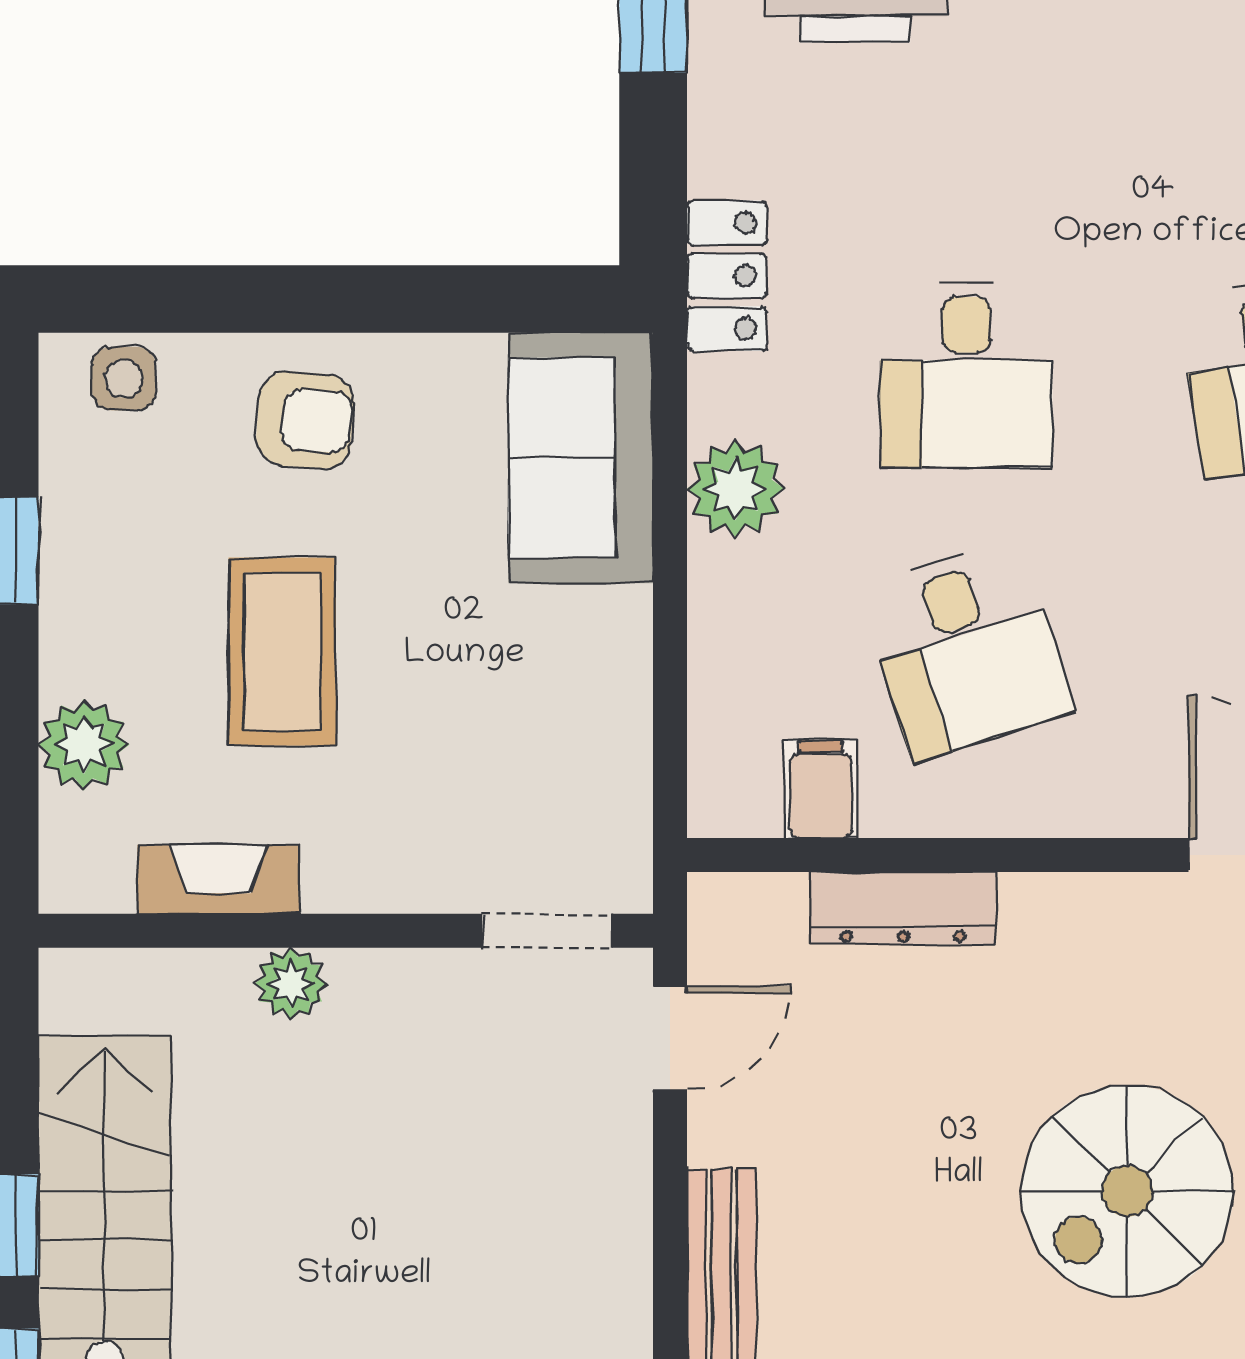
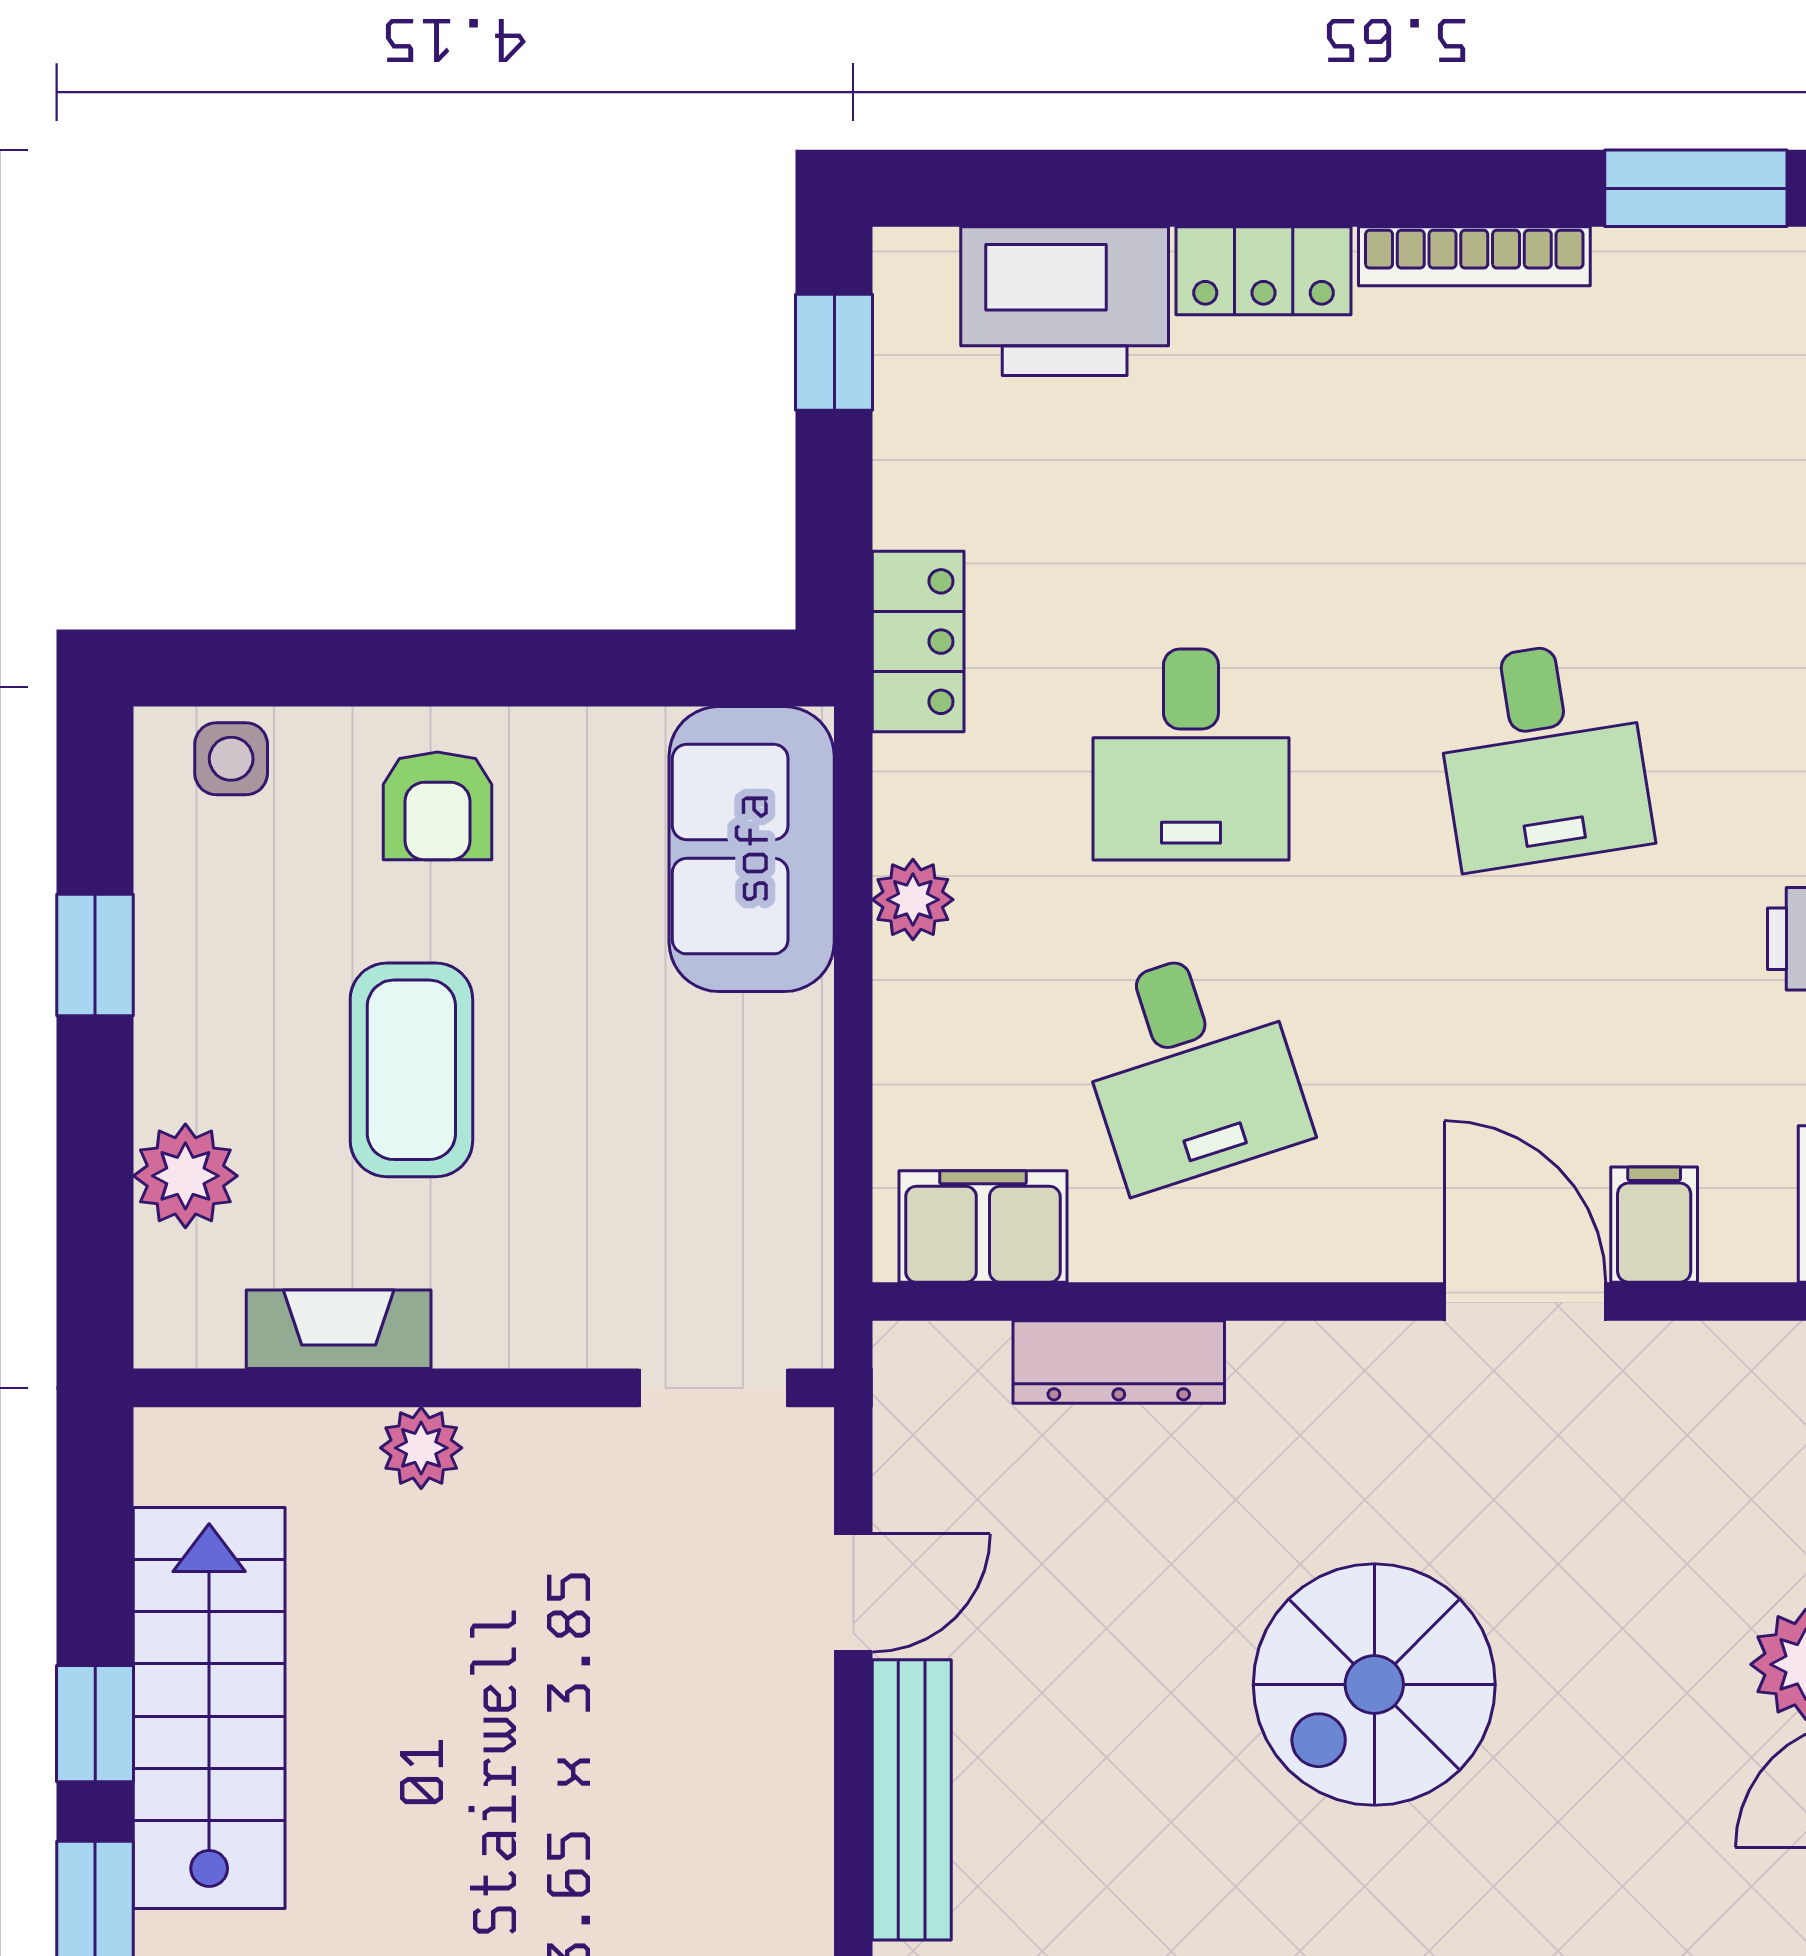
armchair: (305, 420) -> (437, 806), turned 86
plant: (736, 489) -> (913, 900), width x0.73, depth x0.73
filing cabinet: (821, 789) -> (983, 1226), width x2.00
door: (670, 1038) -> (853, 1593), moved

